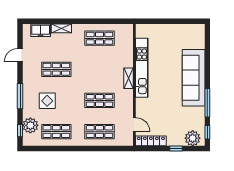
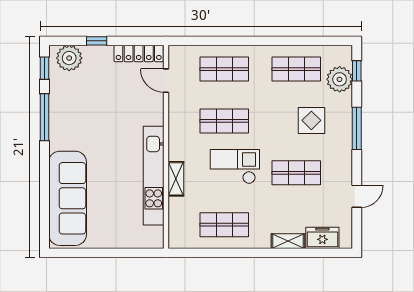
checkout: (93, 73) -> (235, 166), added
shelving: (129, 78) -> (176, 179), moved
sofa: (194, 78) -> (68, 198), moved

